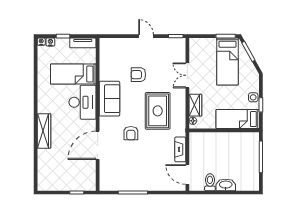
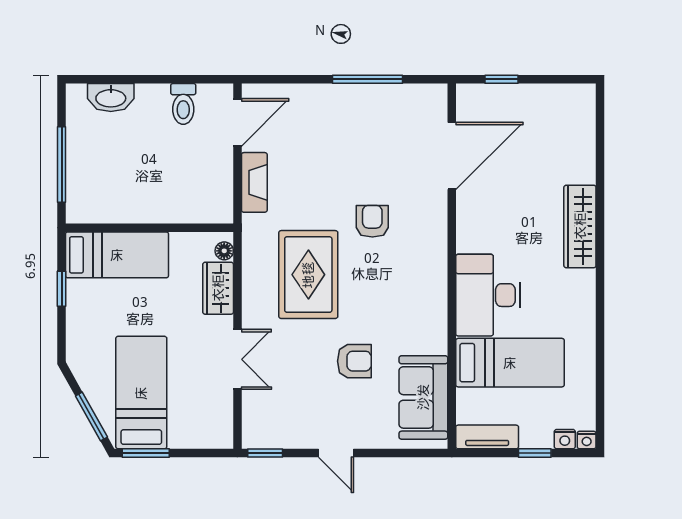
side table: (253, 97) -> (80, 307), removed
sofa: (110, 99) -> (423, 397), moved
door: (98, 145) -> (452, 156), moved
door: (187, 175) -> (237, 122), hinge flipped
washbasin: (226, 185) -> (111, 98), moved

